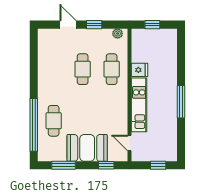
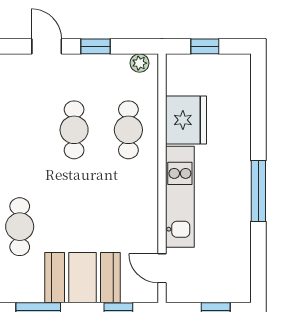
fridge: (140, 70) -> (186, 120), width x1.88, depth x1.34

